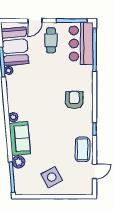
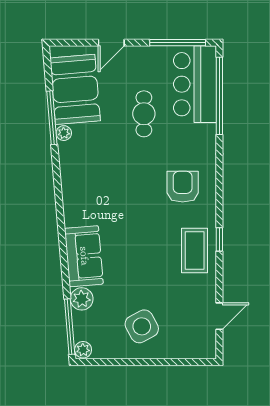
cafe table: (51, 40) -> (144, 114), moved
plant: (13, 117) -> (83, 350), moved
coffee table: (82, 149) -> (195, 250), moved

